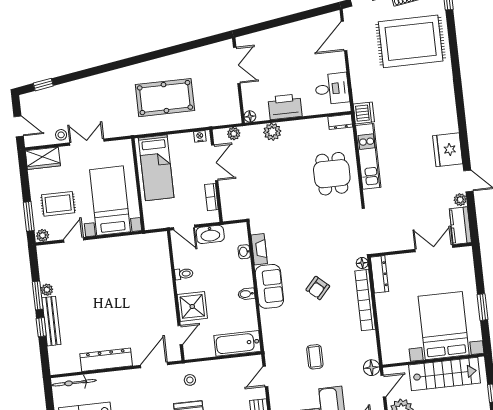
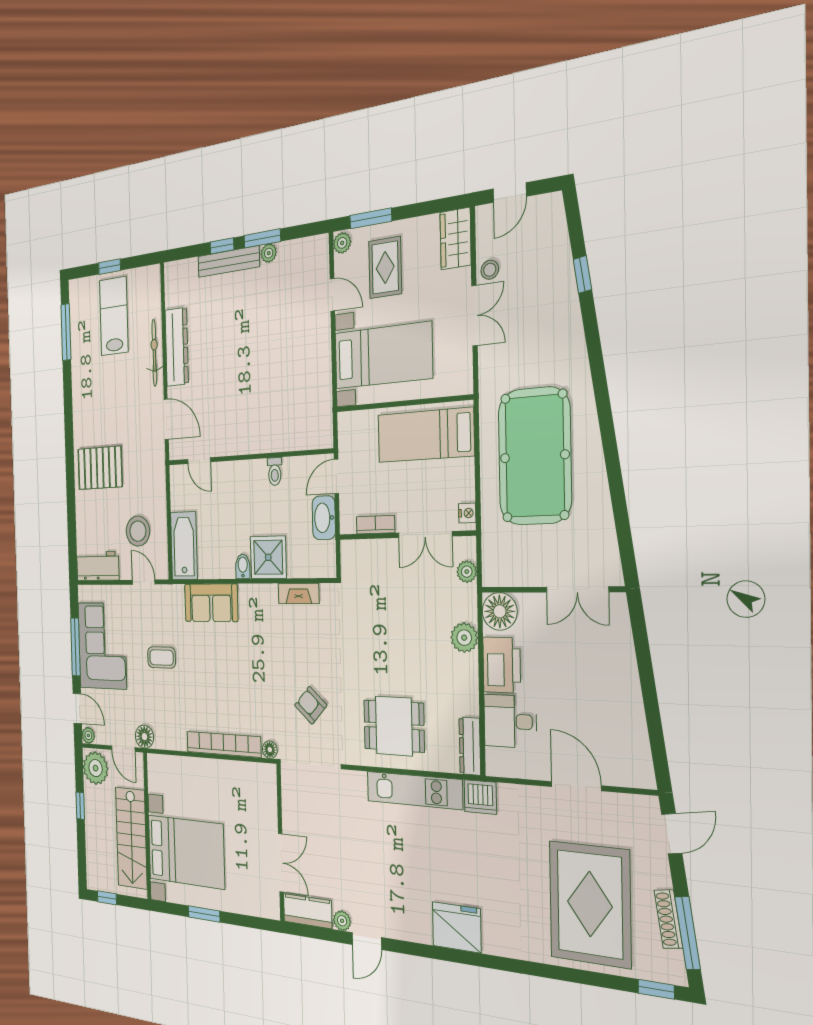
door: (344, 36) -> (576, 786), moved
window: (43, 85) -> (582, 274), moved
desk: (332, 89) -> (510, 721), moved, turned 90
pool table: (165, 98) -> (535, 456), width x1.36, depth x1.32
floor lamp: (250, 116) -> (500, 611), width x1.89, depth x1.89
dresser: (340, 122) -> (470, 746), width x1.44
fridge: (448, 150) -> (457, 927), moved
washbasin: (244, 252) -> (297, 569), removed
dresser: (379, 274) -> (254, 773), removed
sofa: (269, 286) -> (211, 603), moved
armchair: (318, 288) -> (311, 705), moved
shower: (192, 306) -> (268, 557), moved
stool: (190, 380) -> (138, 531), moved, width x1.89, depth x1.89
bicycle: (74, 383) -> (154, 353), moved

